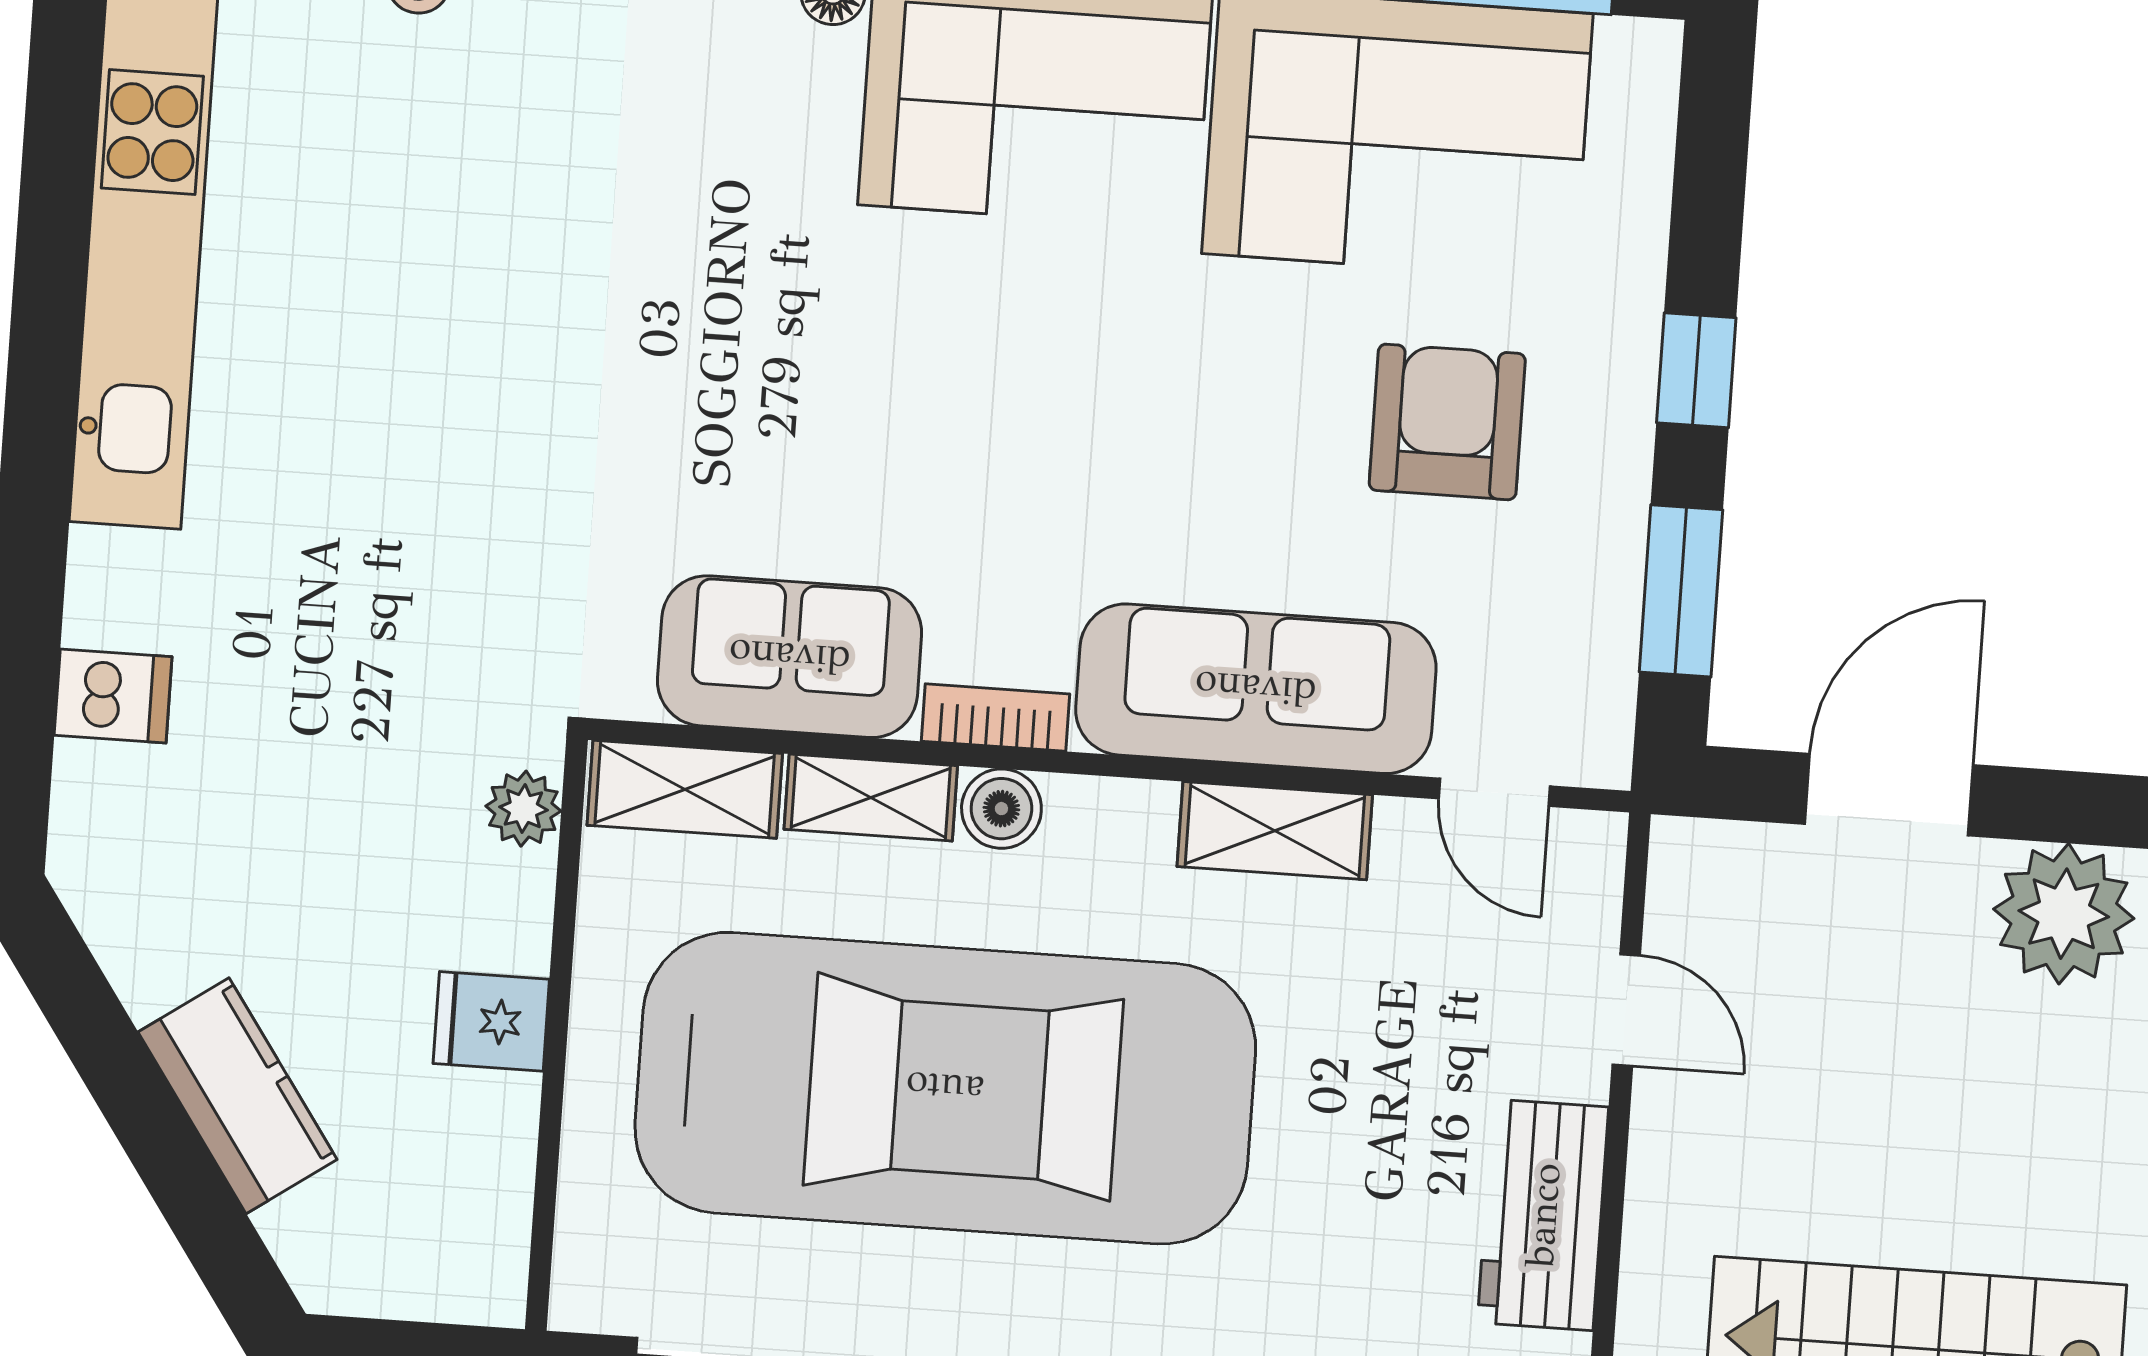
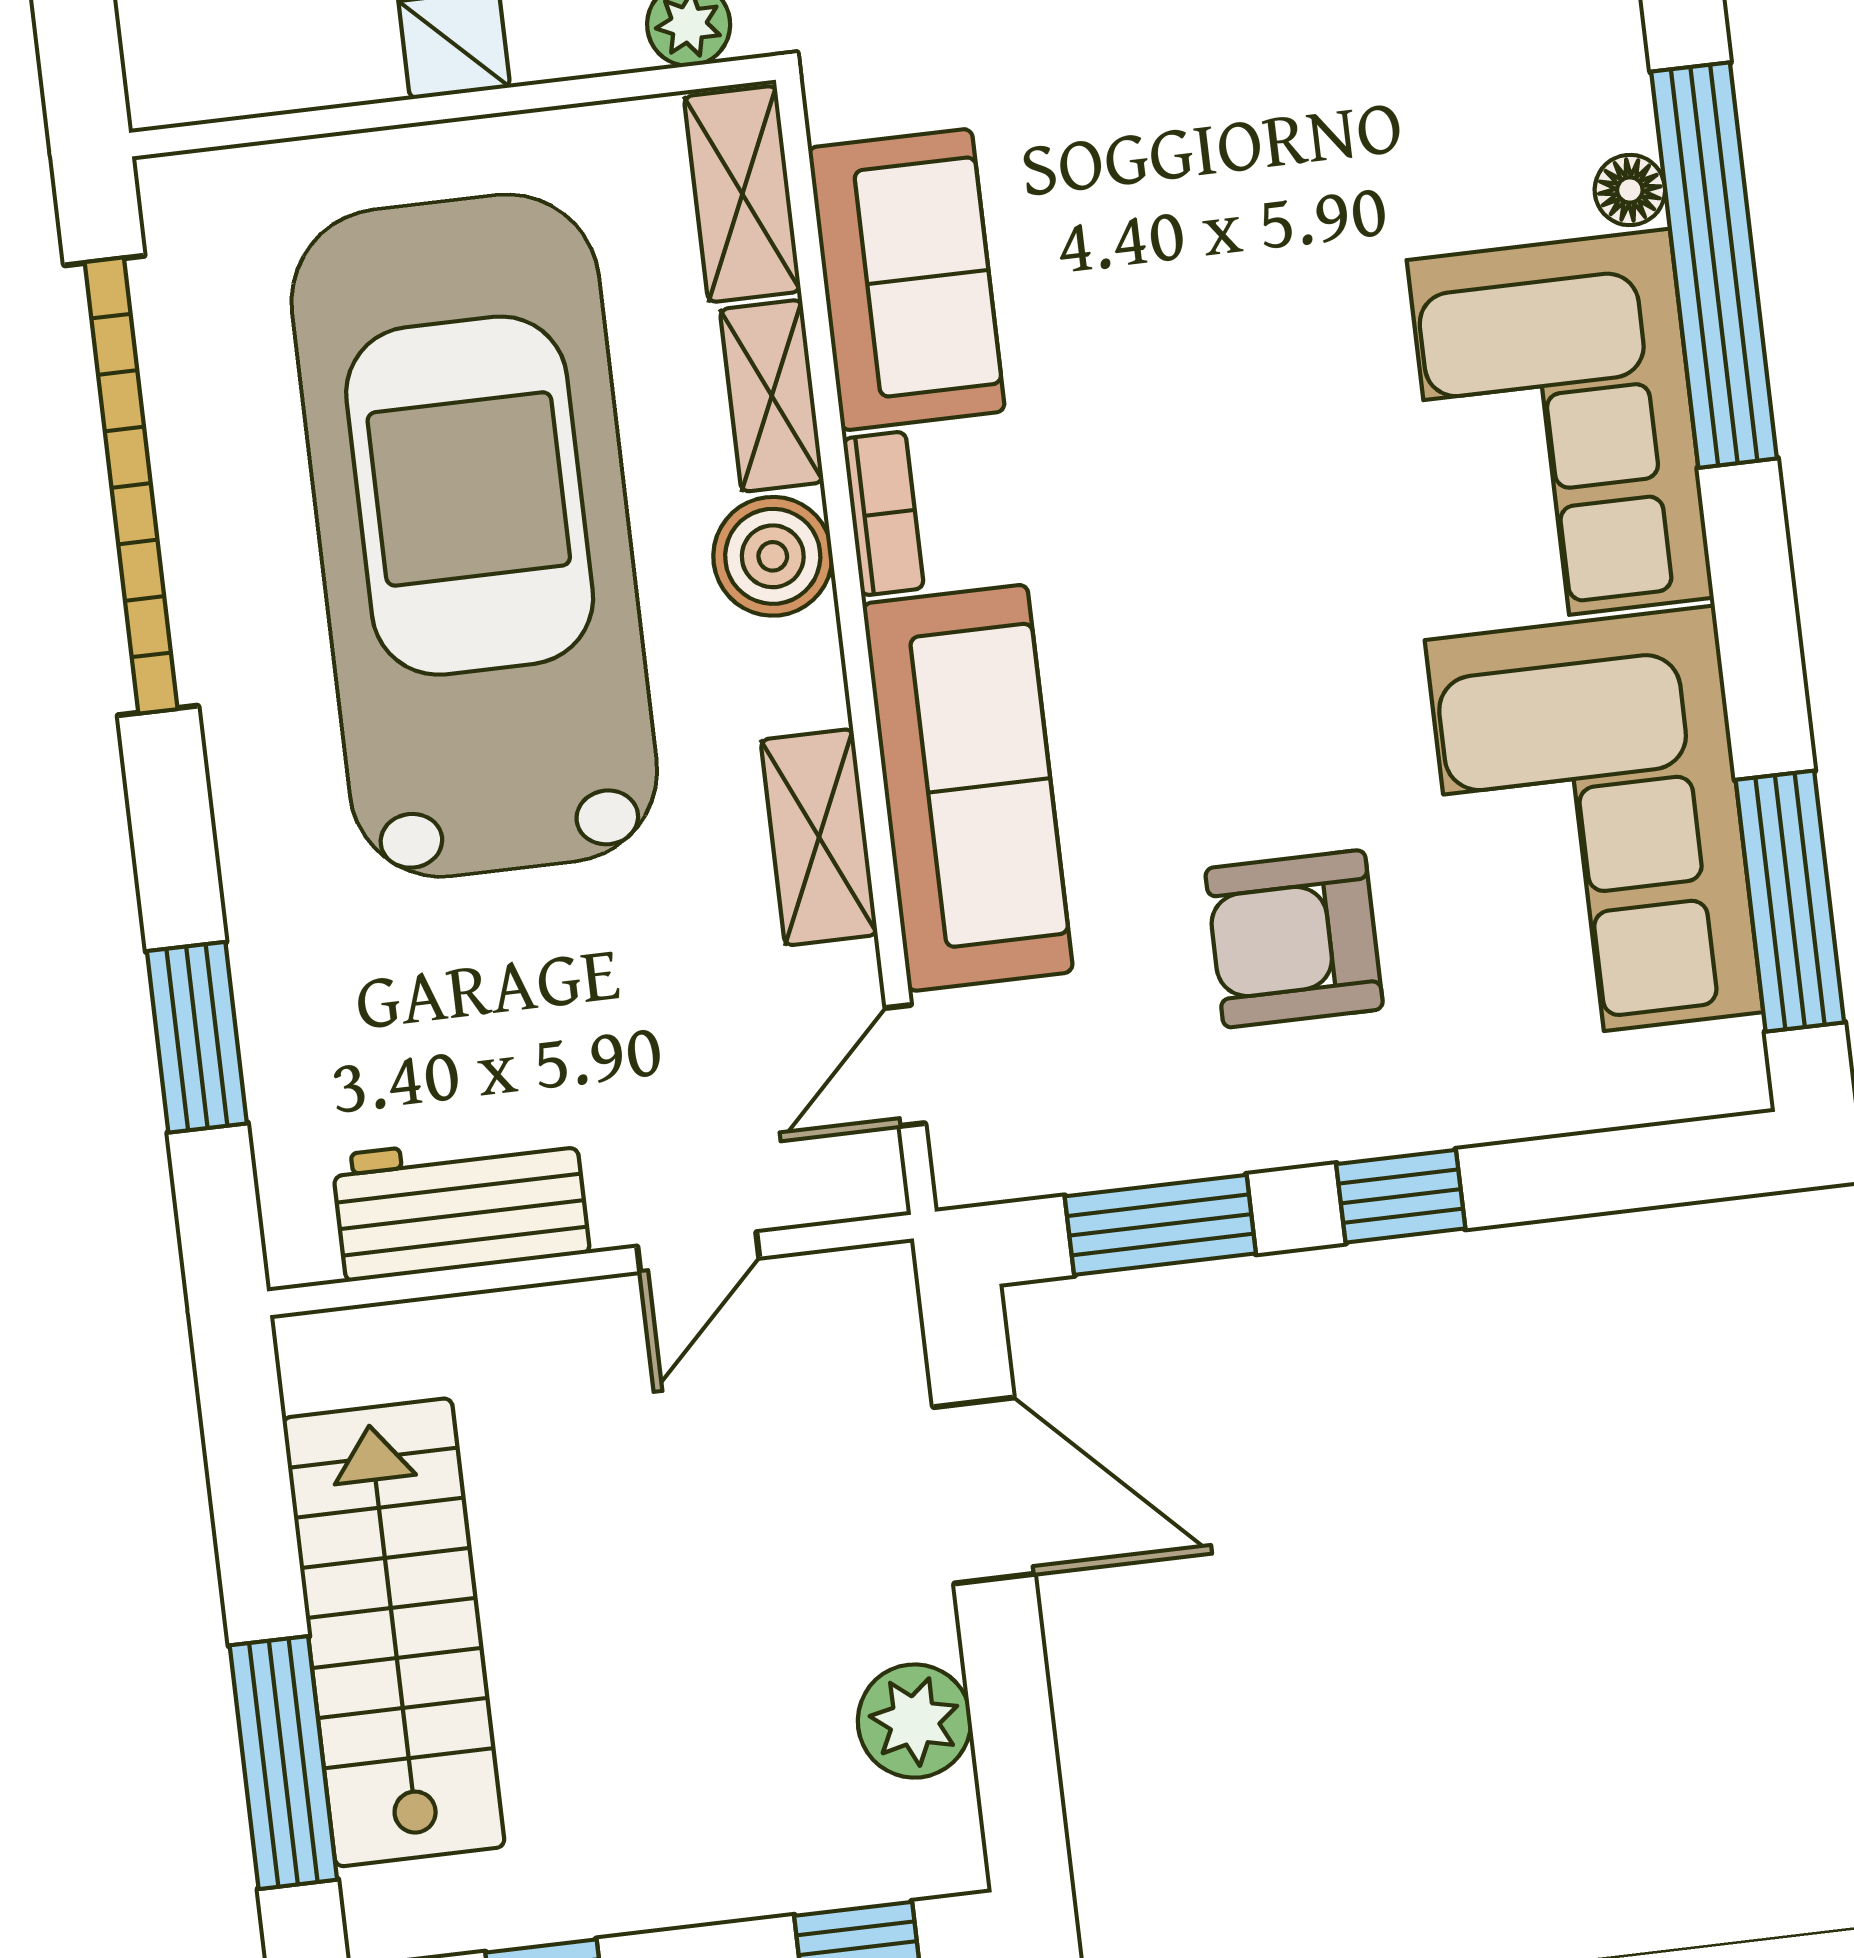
armchair: (1447, 422) -> (1294, 939), turned 180
boiler: (1001, 809) -> (773, 556), width x1.36, depth x1.36
plant: (2064, 914) -> (914, 1721), width x0.73, depth x0.73
car: (945, 1088) -> (474, 536), turned 180

